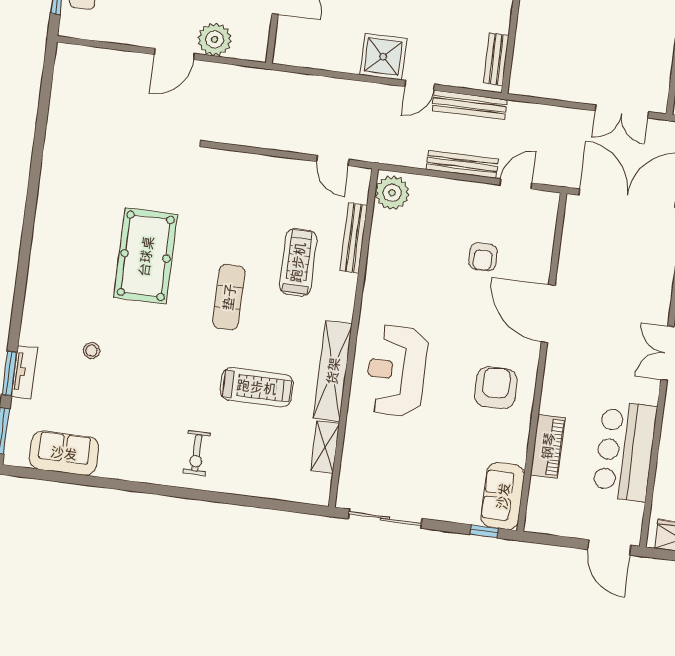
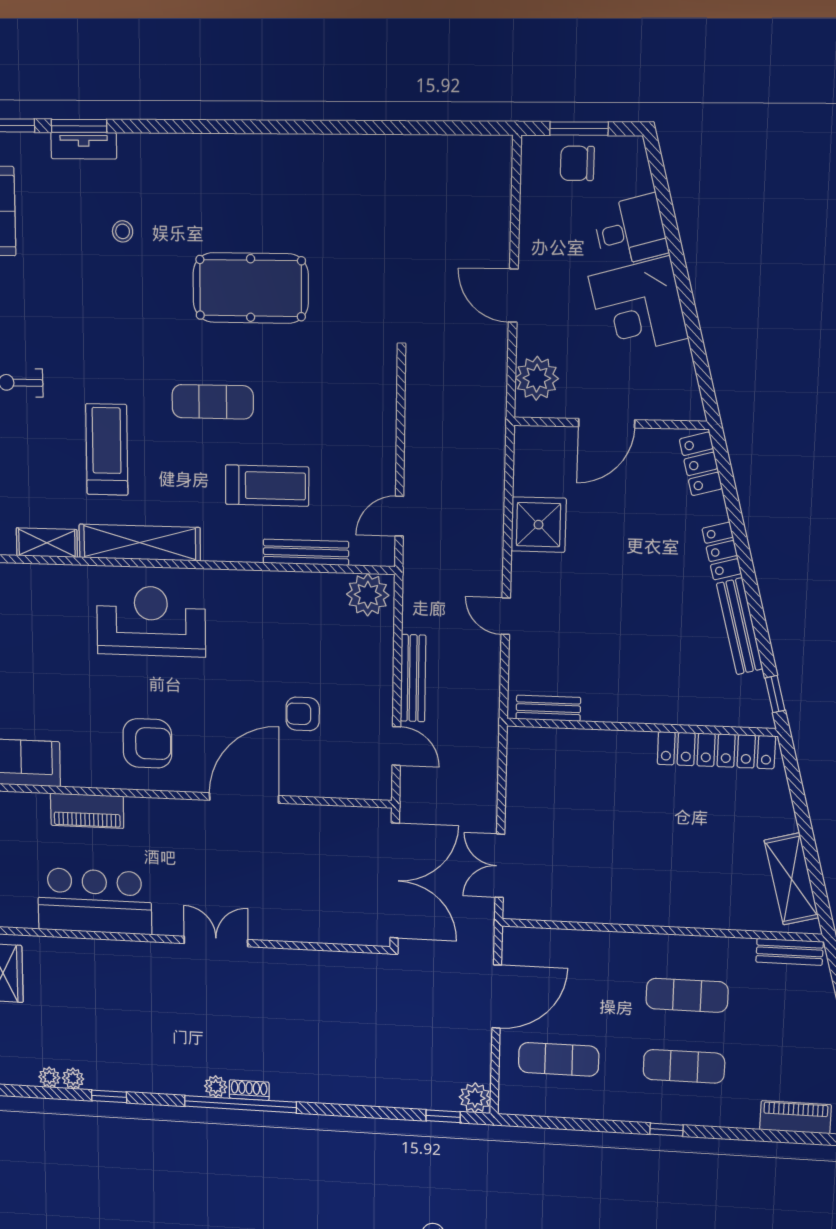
plant: (215, 39) -> (537, 378), moved
shower: (383, 57) -> (539, 525), moved
bench: (469, 105) -> (488, 680), removed
treadmill: (257, 387) -> (107, 450), turned 180

